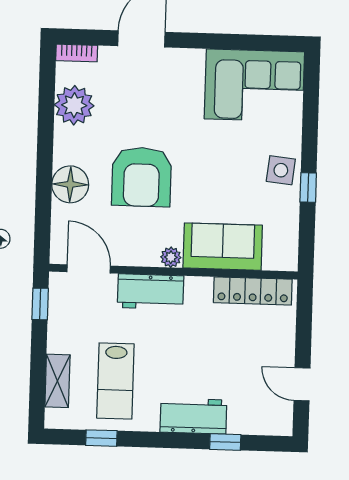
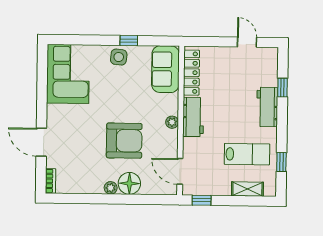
plant: (74, 105) -> (111, 188), moved, width x0.53, depth x0.53
sofa: (223, 247) -> (165, 69), moved
door: (89, 269) -> (180, 171), hinge flipped
workbench: (151, 292) -> (193, 117), moved
door: (302, 384) -> (247, 42), swing flipped

